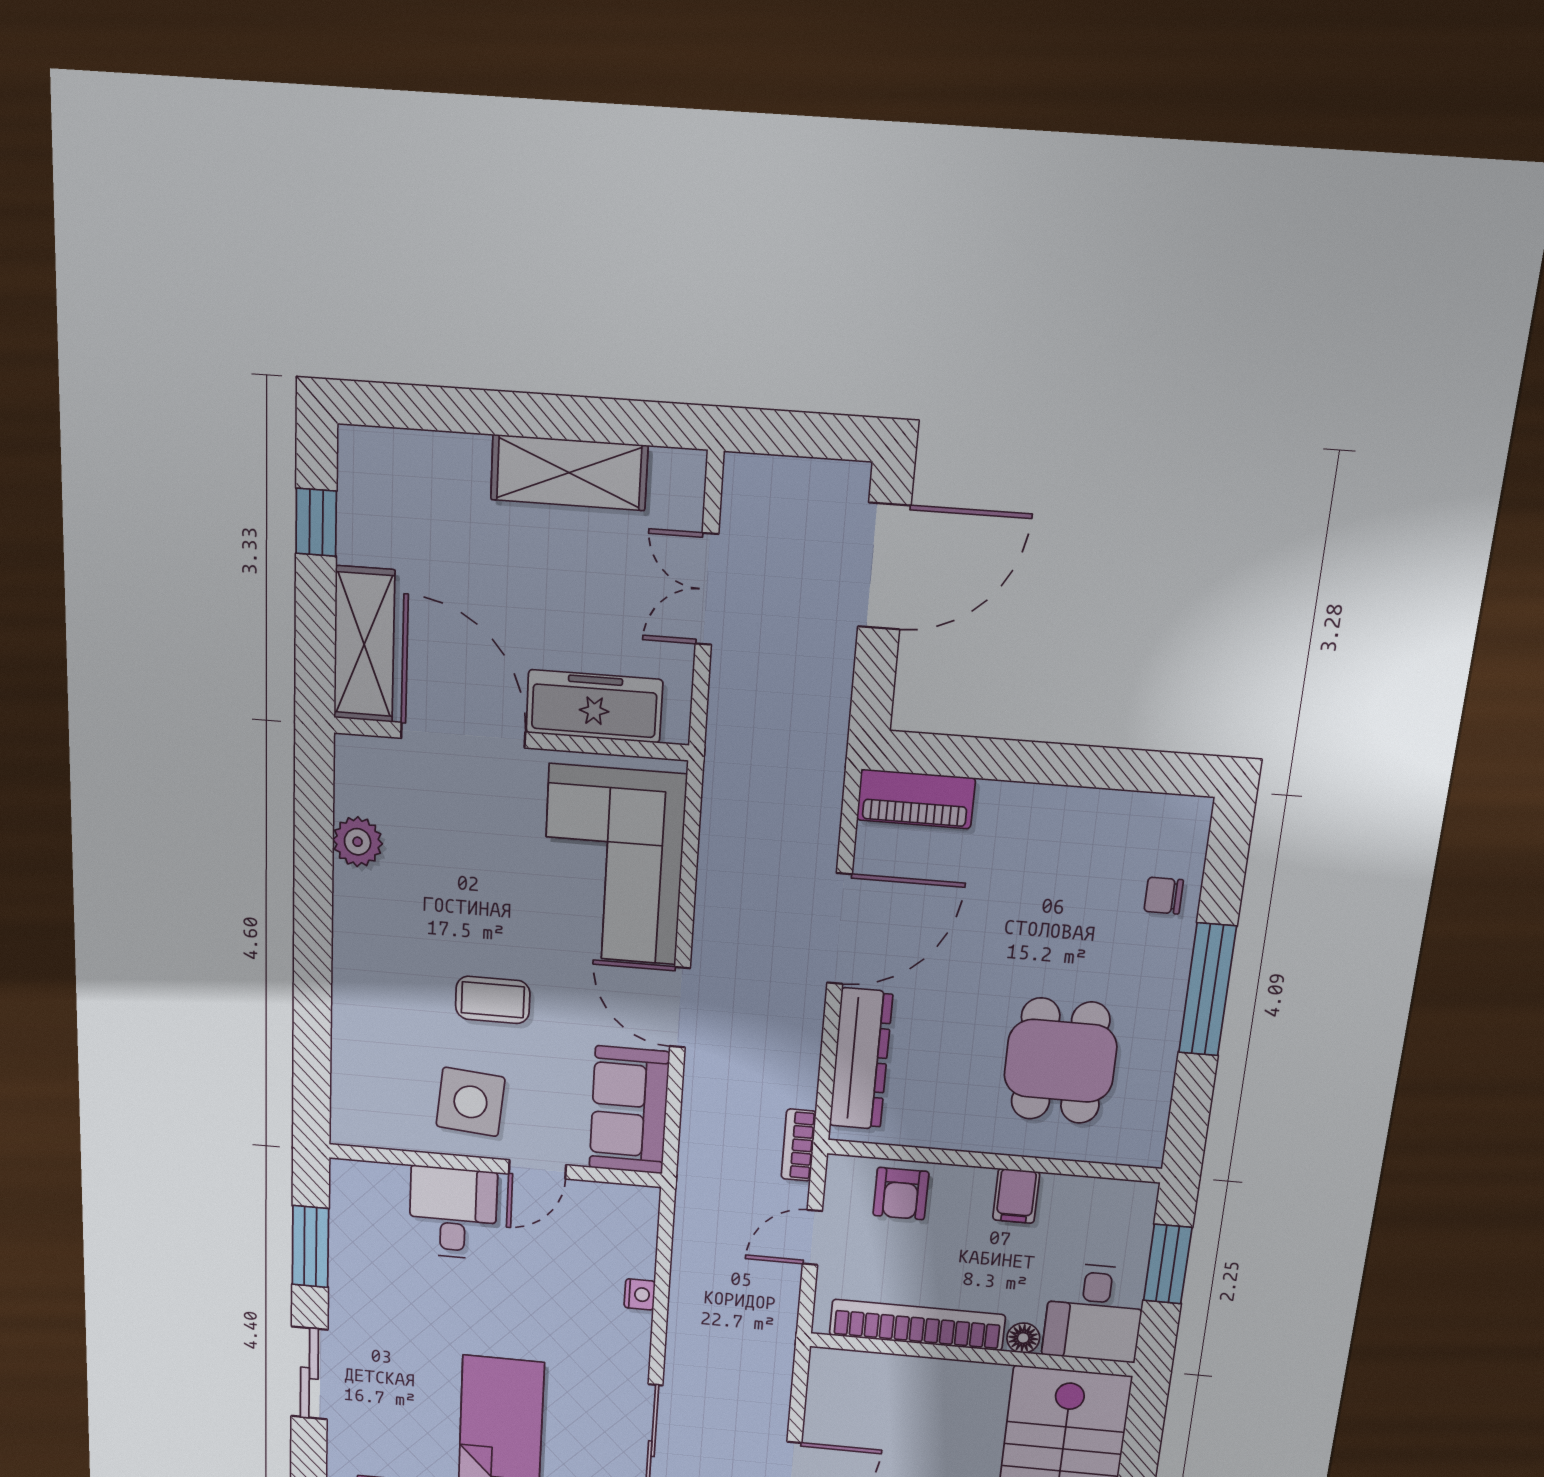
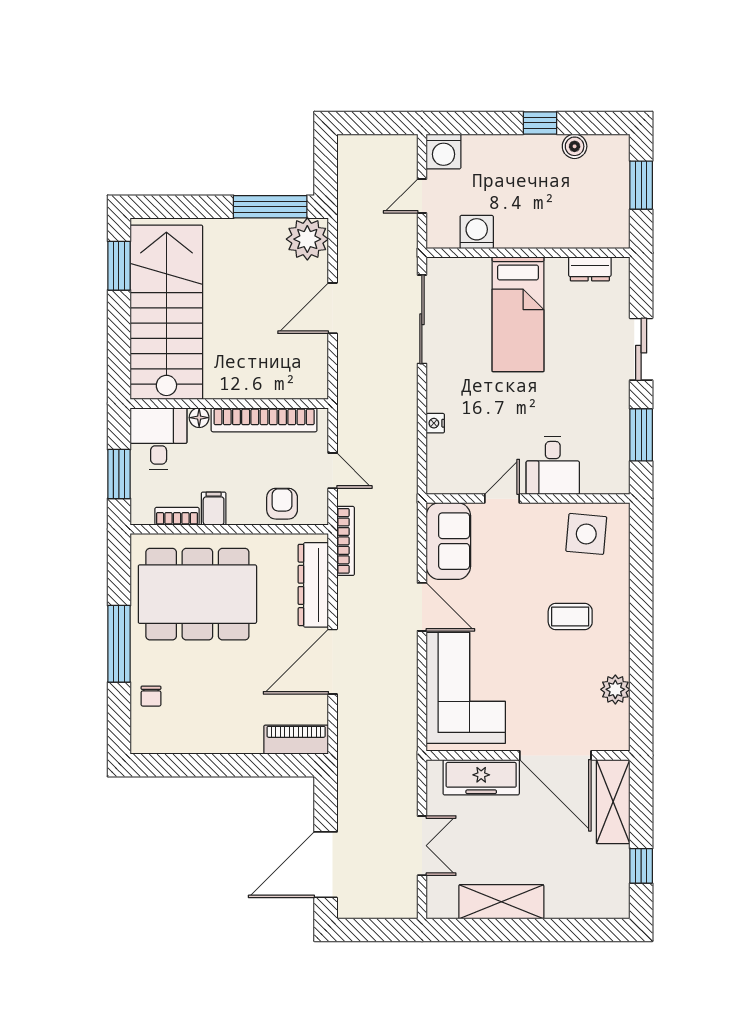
chair: (1164, 896) -> (151, 696), turned 90
coffee table: (493, 1000) -> (570, 617), moved
dining table: (1060, 1061) -> (197, 594), width x1.88, depth x1.24
side table: (470, 1102) -> (586, 534), moved
bookcase: (799, 1145) -> (346, 541), width x1.56
bookcase: (1079, 1189) -> (177, 516), added
door: (812, 1237) -> (333, 471), hinge flipped

